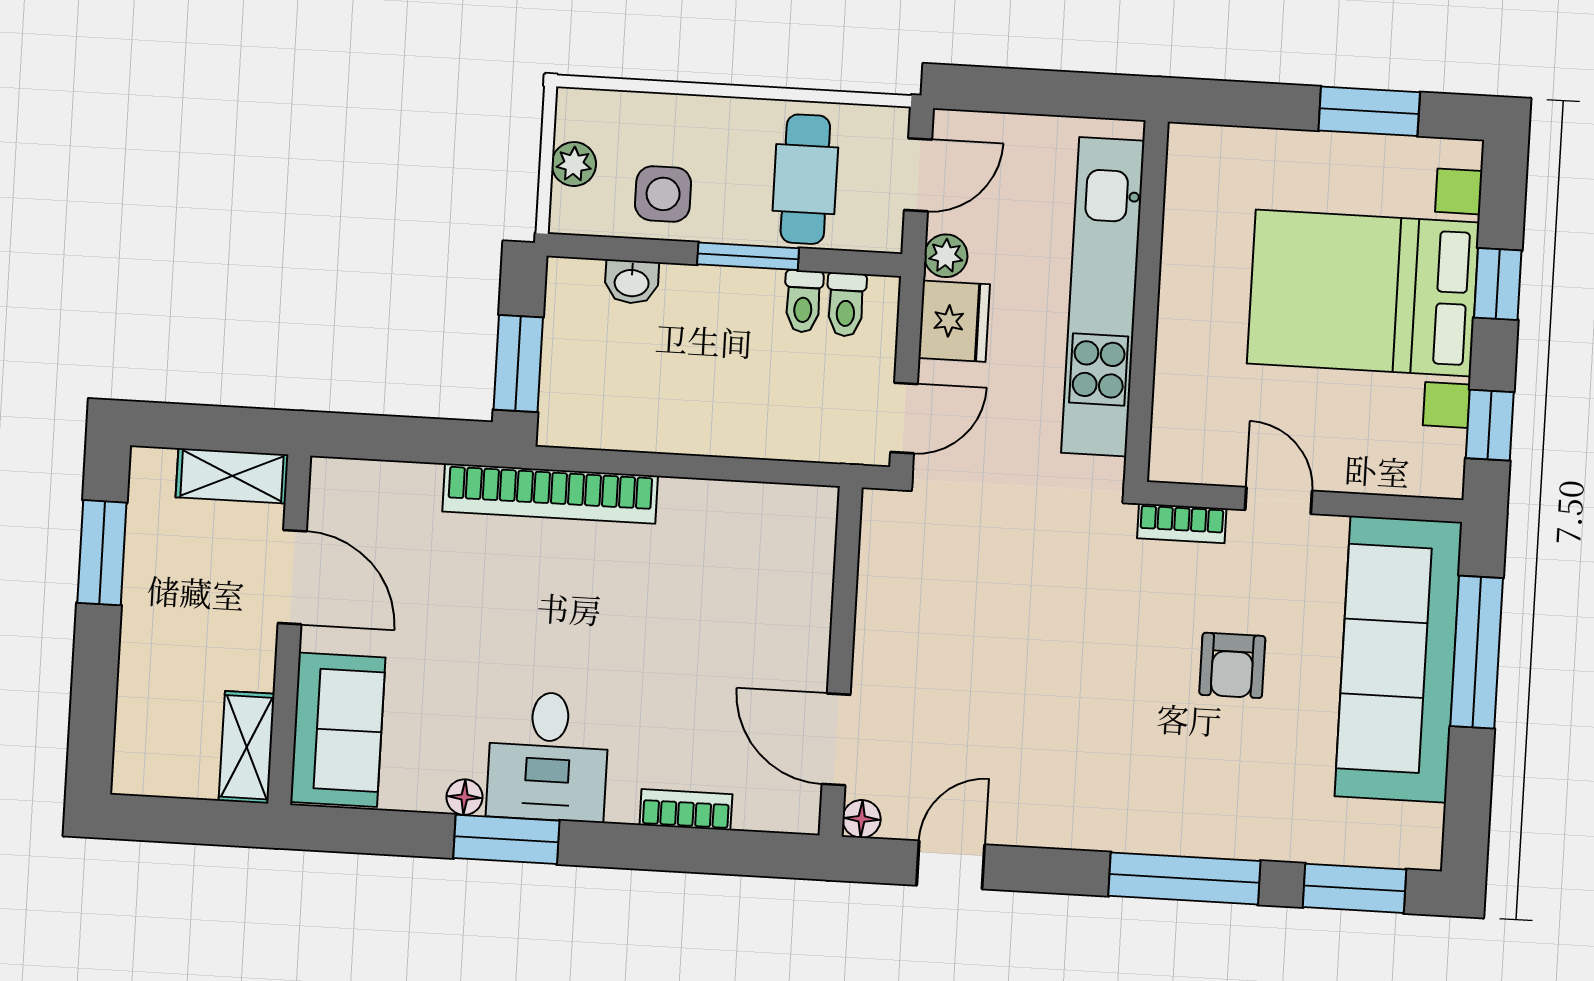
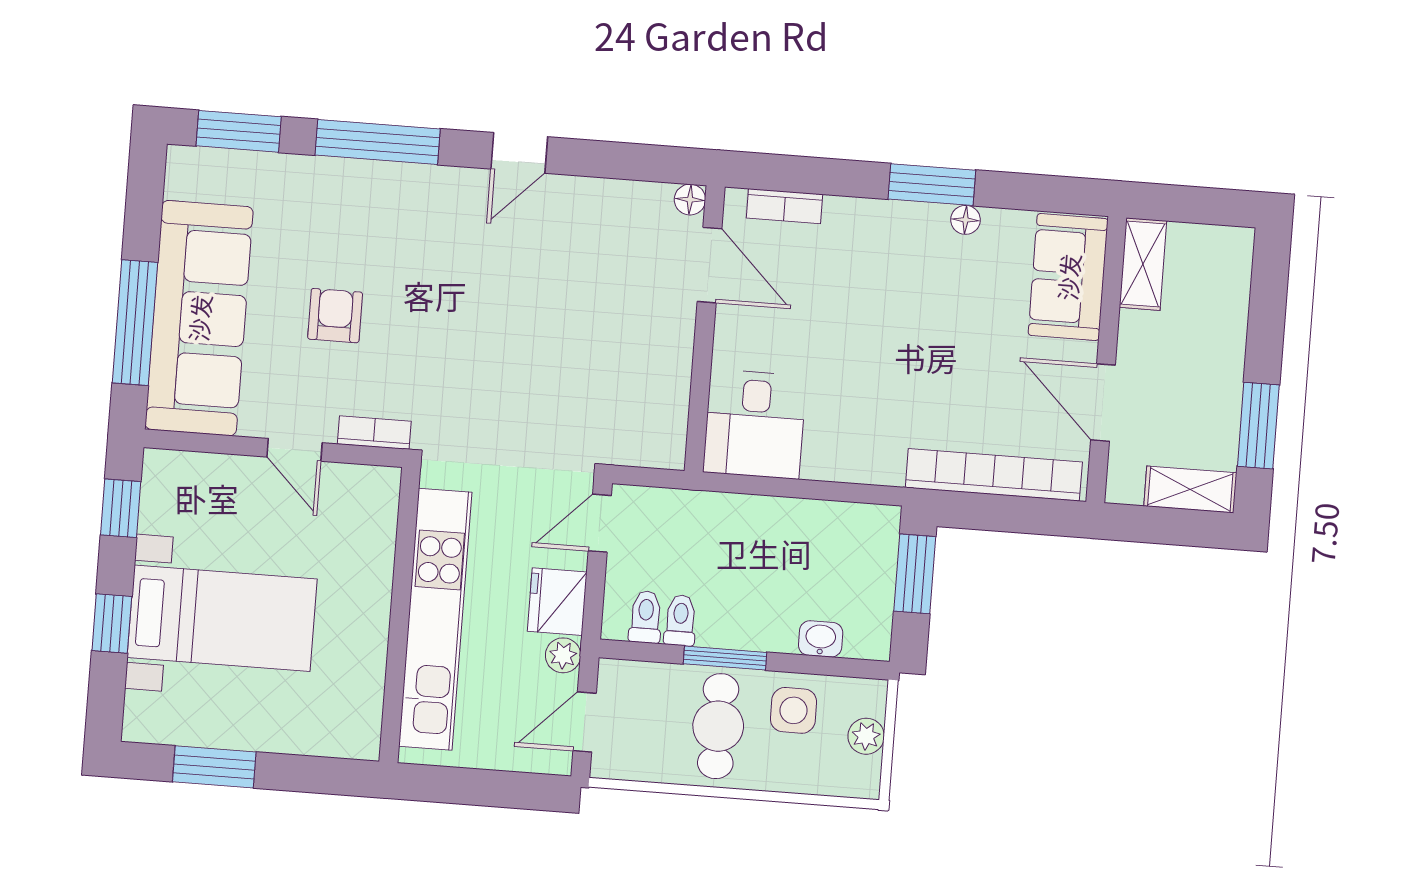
cafe table: (805, 179) -> (718, 726), moved
bed with nightstands: (1363, 293) -> (222, 618), width x0.73
shelving: (232, 476) -> (1190, 489), moved
bookcase: (550, 494) -> (994, 475), moved
wall: (841, 661) -> (705, 329), moved
door: (836, 739) -> (710, 265), moved
desk: (548, 756) -> (755, 424), moved, turned 180
floor lamp: (862, 819) -> (690, 200), moved
door: (951, 865) -> (519, 153), moved

